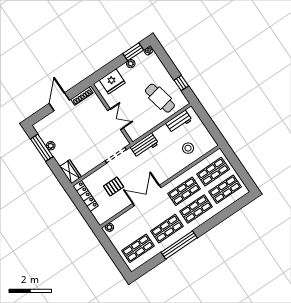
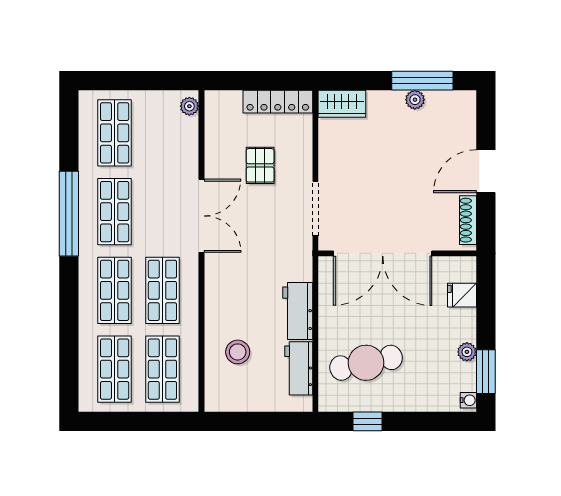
fridge: (112, 81) -> (462, 295), width x0.53, depth x0.75
door: (59, 102) -> (486, 171), swing flipped
double door: (115, 119) -> (383, 253), width x1.87
workbench: (144, 145) -> (298, 311), moved

